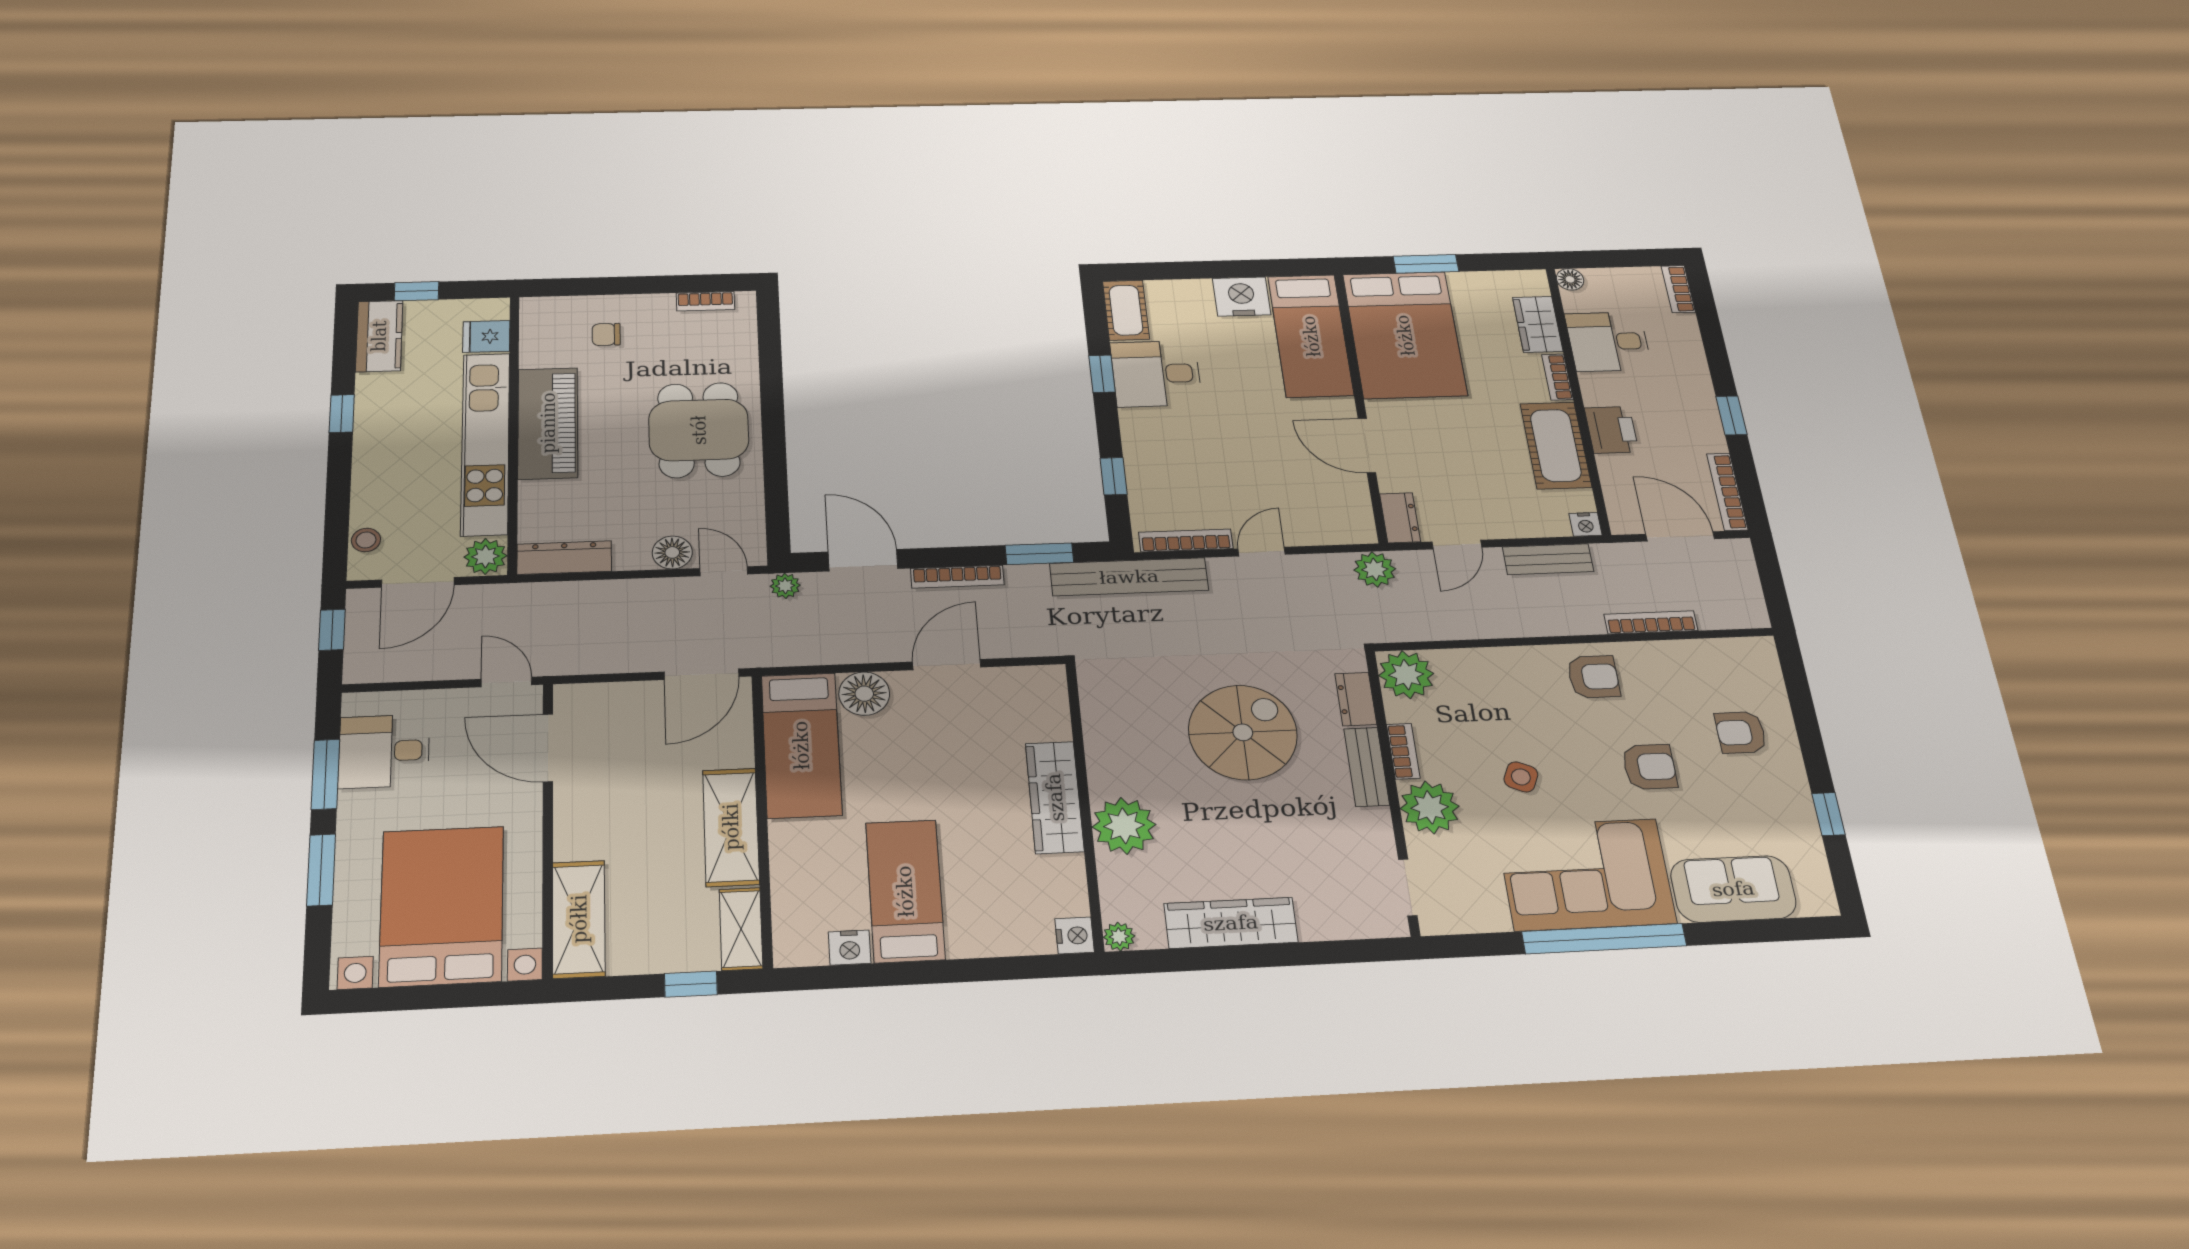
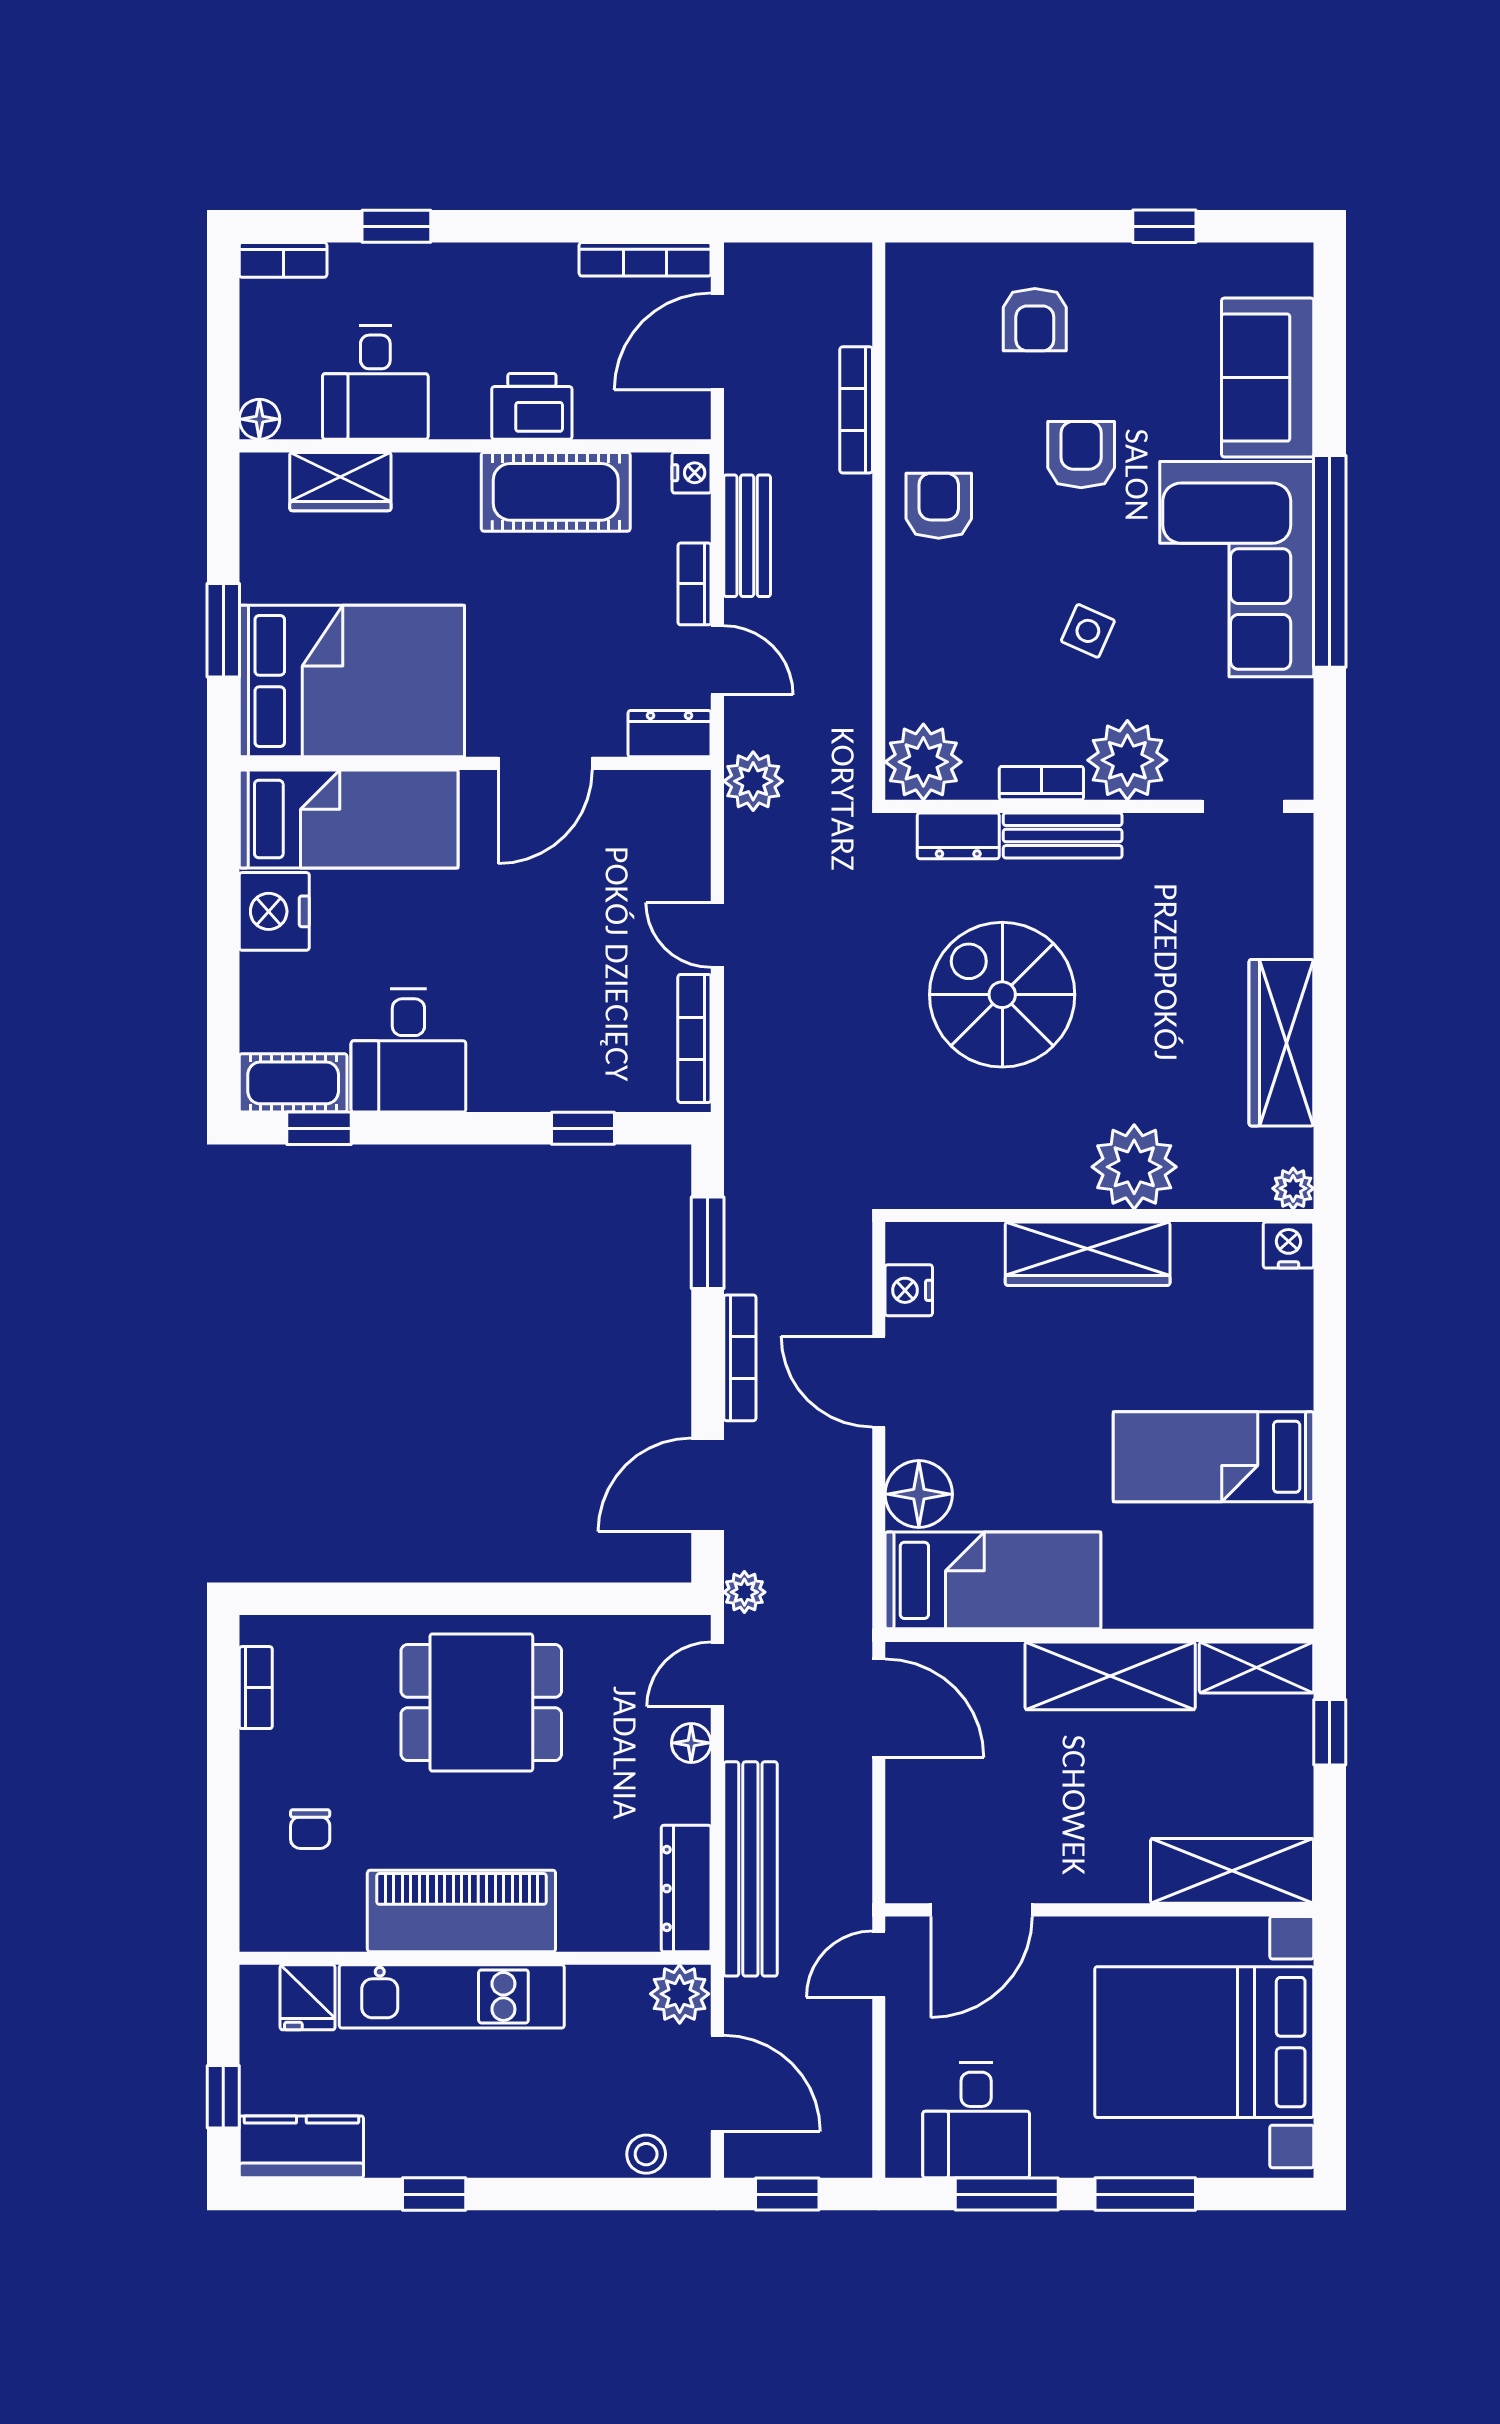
window: (1102, 374) -> (319, 1128), moved
bookcase: (1557, 377) -> (694, 584), moved, turned 90
window: (1731, 415) -> (396, 226), moved
kitchen unit: (485, 443) -> (452, 1996), width x0.73
floor lamp: (672, 552) -> (691, 1743), width x0.73, depth x0.73
bench: (1129, 577) -> (750, 1869), moved
nightstand: (850, 948) -> (909, 1290), moved, turned 180

